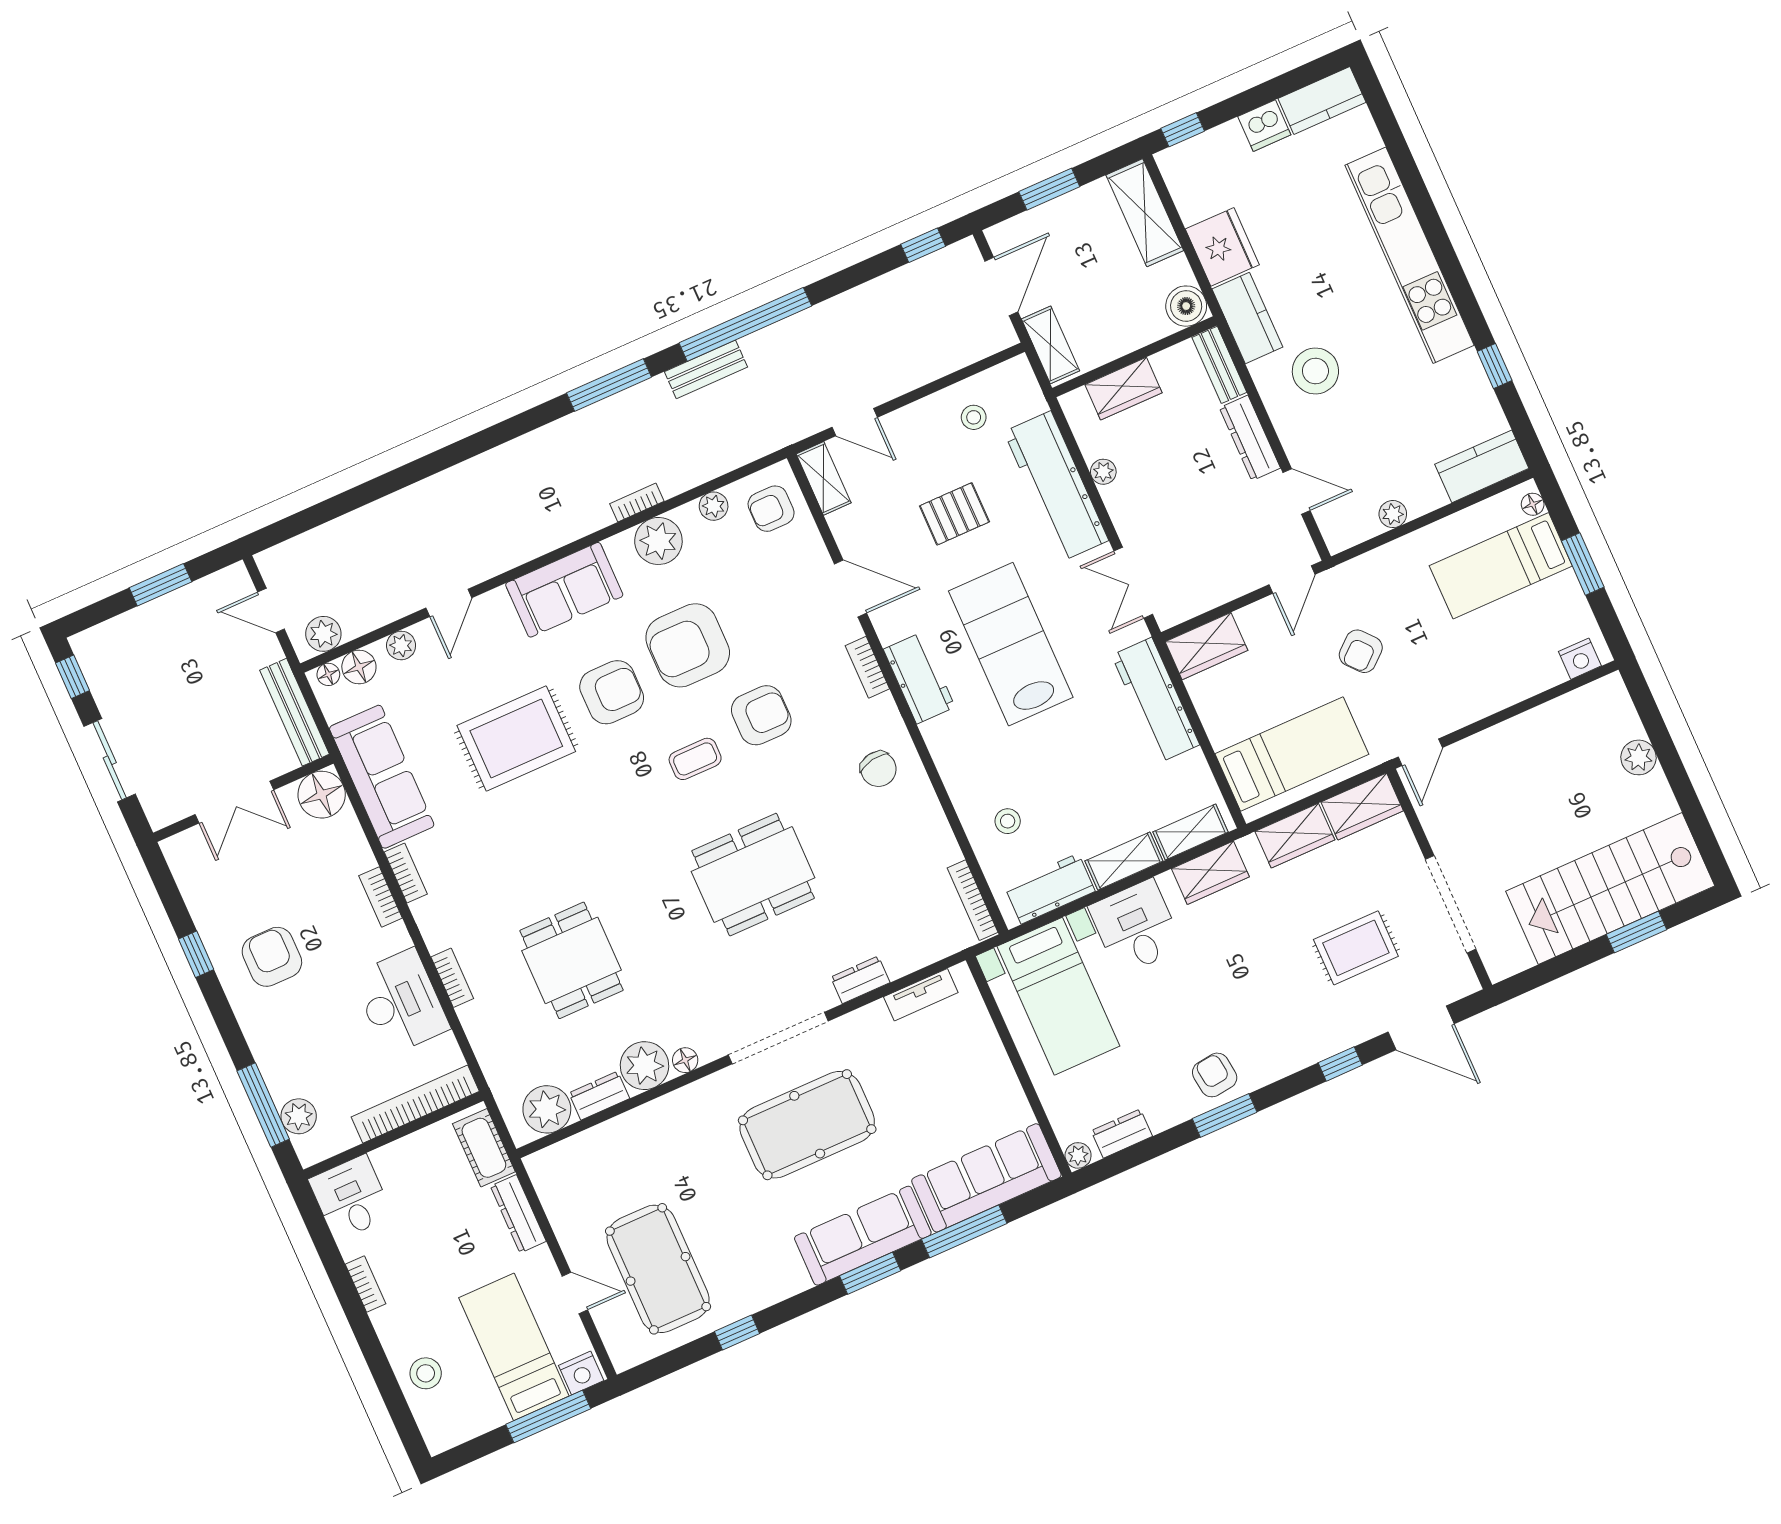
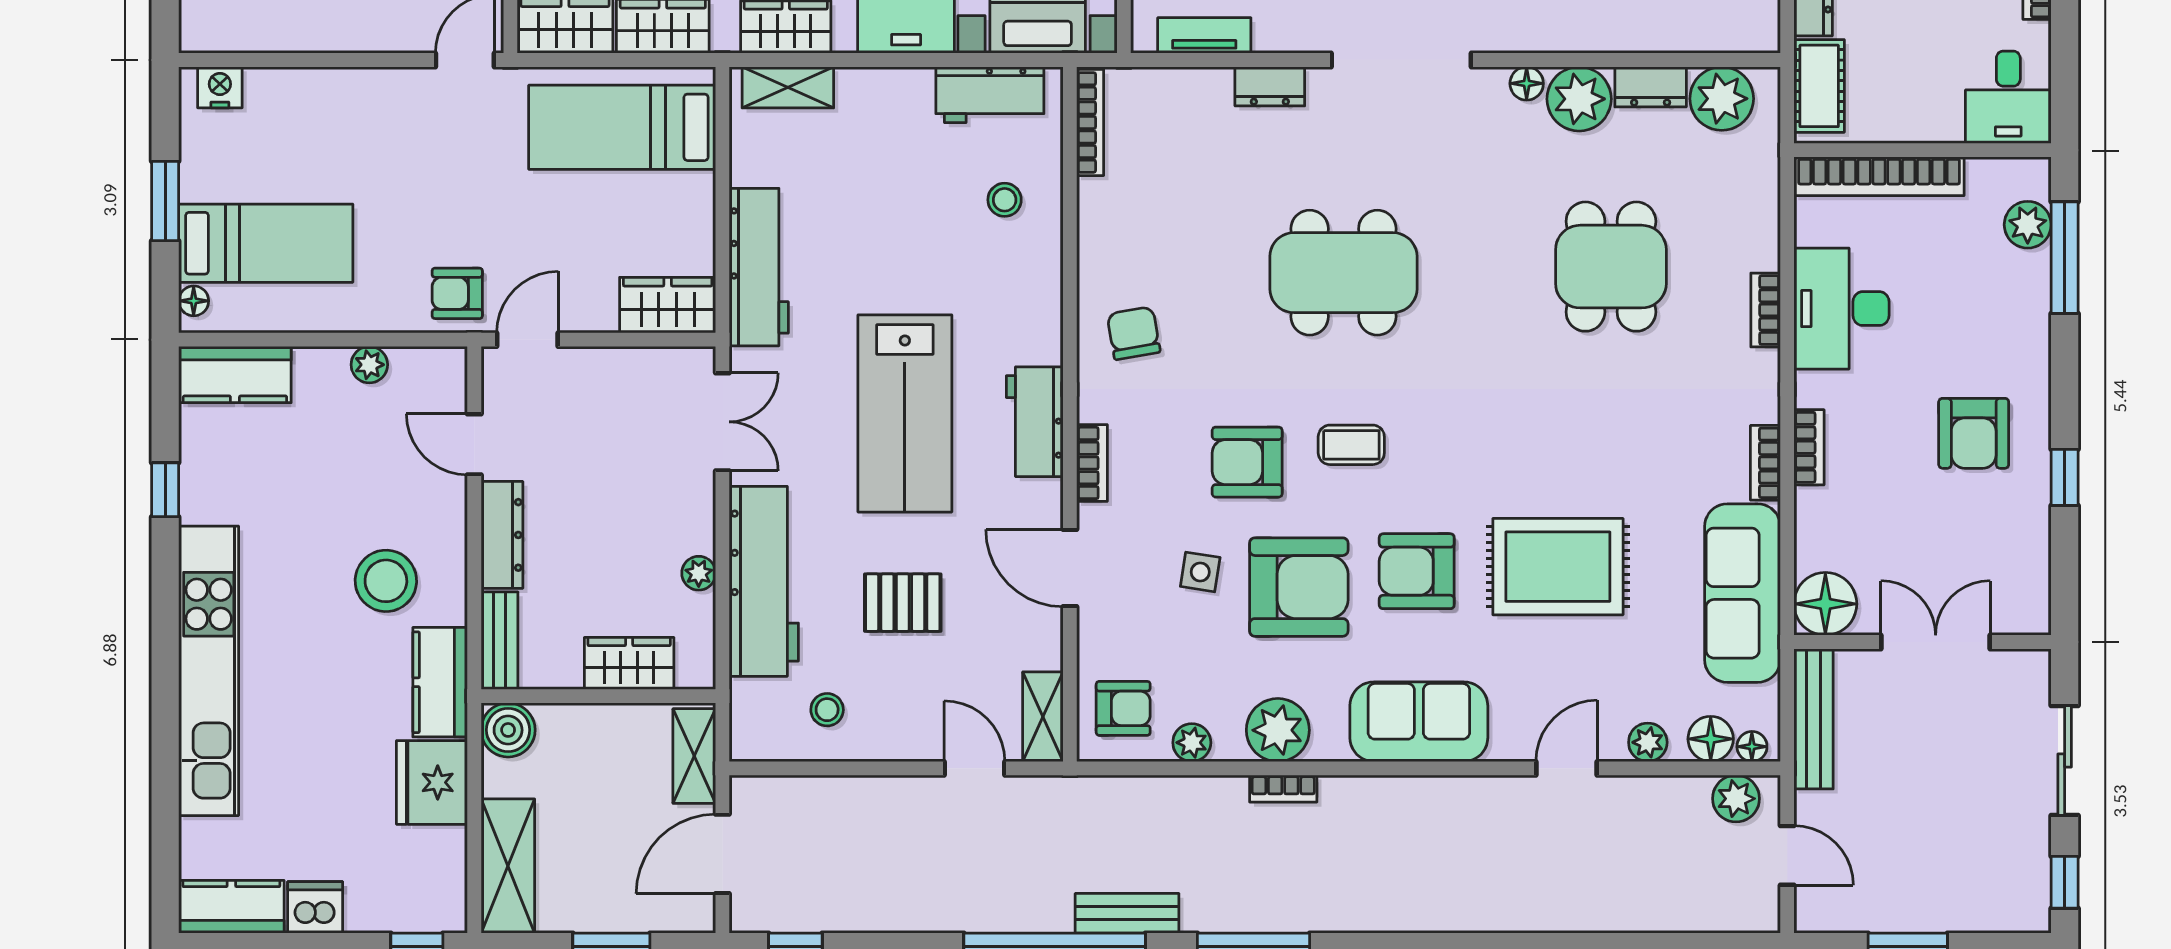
side table: (760, 626) -> (1200, 572), added
armchair: (1361, 651) -> (457, 293), moved, turned -139
shelving: (1124, 861) -> (885, 88), removed

